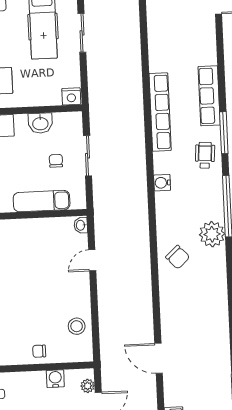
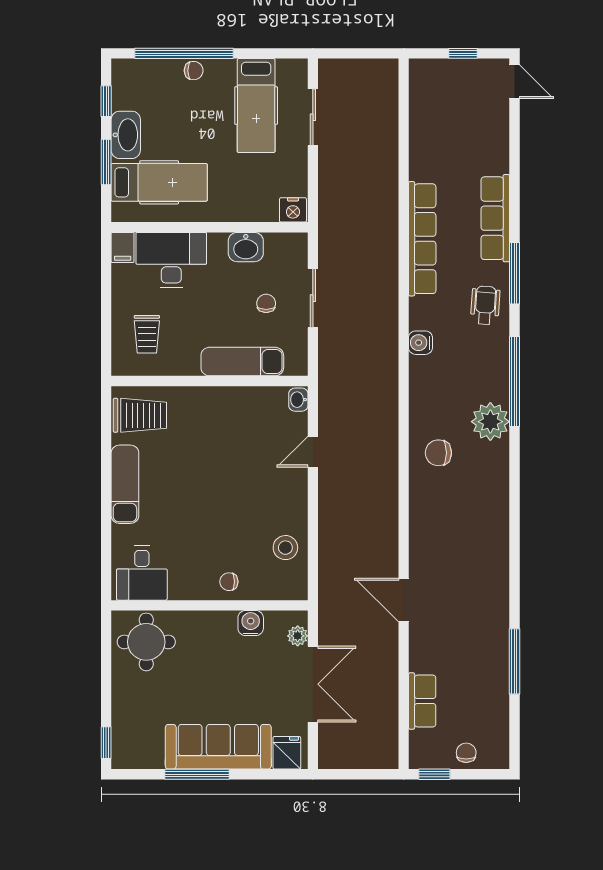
chair: (178, 257) -> (438, 453), turned 133

